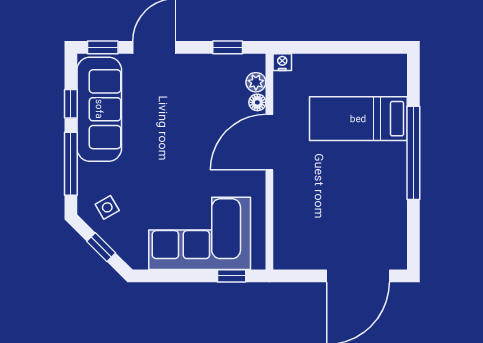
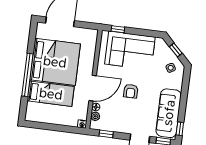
window: (71, 104) -> (180, 129), moved
armchair: (187, 146) -> (131, 91), added
window: (71, 164) -> (185, 90), removed
bed: (358, 188) -> (55, 62), added

